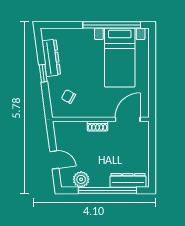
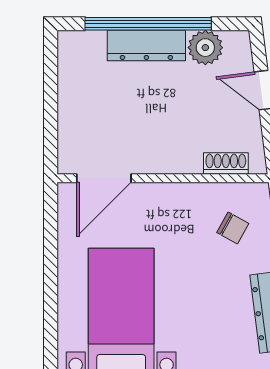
shoe rack: (97, 126) -> (226, 163), moved
dresser: (128, 180) -> (146, 46), moved

